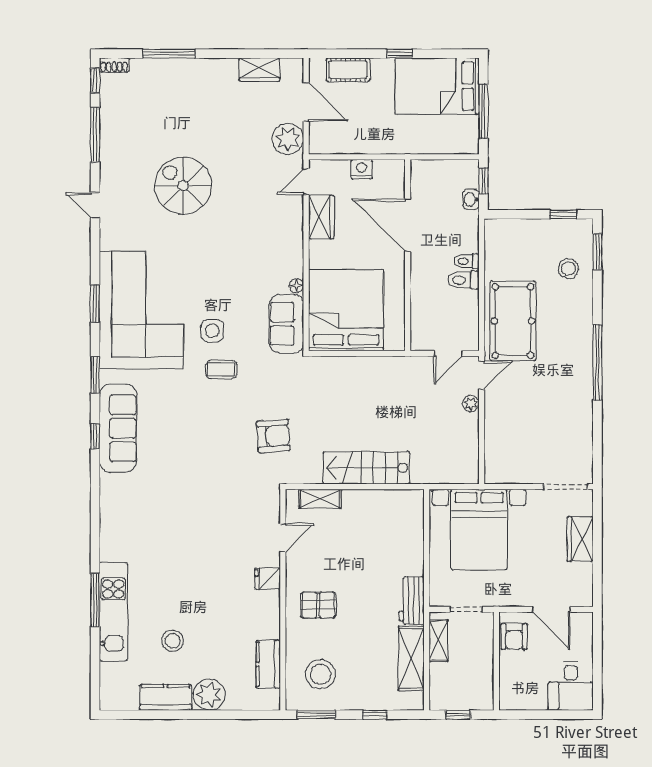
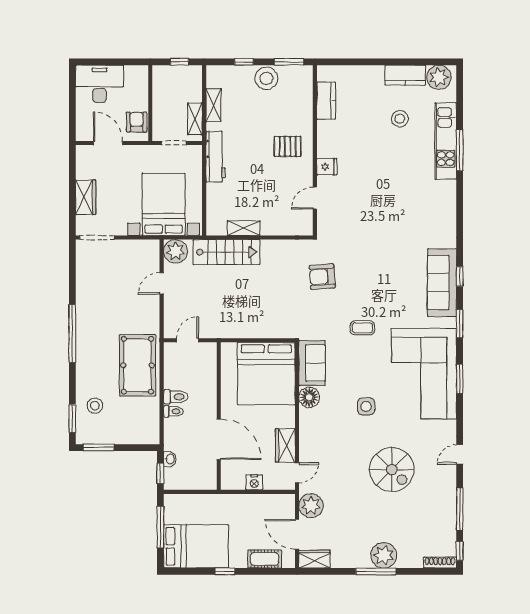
window: (169, 54) -> (376, 571), moved
shoe rack: (114, 65) -> (440, 563), width x1.43
wardrobe: (259, 70) -> (314, 559), moved
plant: (193, 74) -> (384, 555), added
door: (95, 205) -> (460, 454), swing flipped
window: (563, 214) -> (99, 448), width x1.50
floor lamp: (296, 286) -> (309, 397), width x1.89, depth x1.89
side table: (212, 331) -> (366, 406), moved
door: (482, 375) -> (162, 283), moved
plant: (471, 404) -> (175, 251), moved, width x1.88, depth x1.88
stairs: (366, 468) -> (226, 252), moved
shelving: (320, 499) -> (244, 228), moved
workbench: (412, 601) -> (216, 157), width x1.37
shelving: (411, 658) -> (213, 105), width x0.67, depth x0.75
stool: (320, 674) -> (267, 78), moved
desk: (571, 686) -> (100, 84), width x1.37
plant: (209, 695) -> (439, 77), moved

